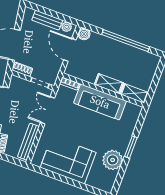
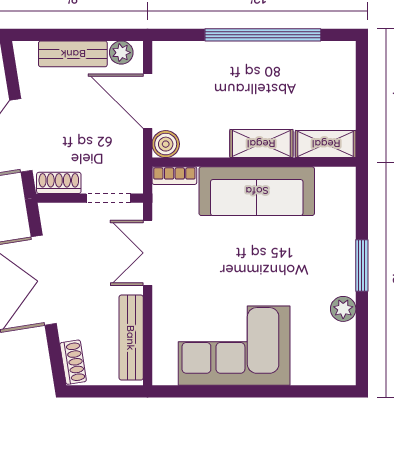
boiler: (84, 34) -> (166, 144), moved
plant: (113, 160) -> (343, 309), width x0.53, depth x0.53

